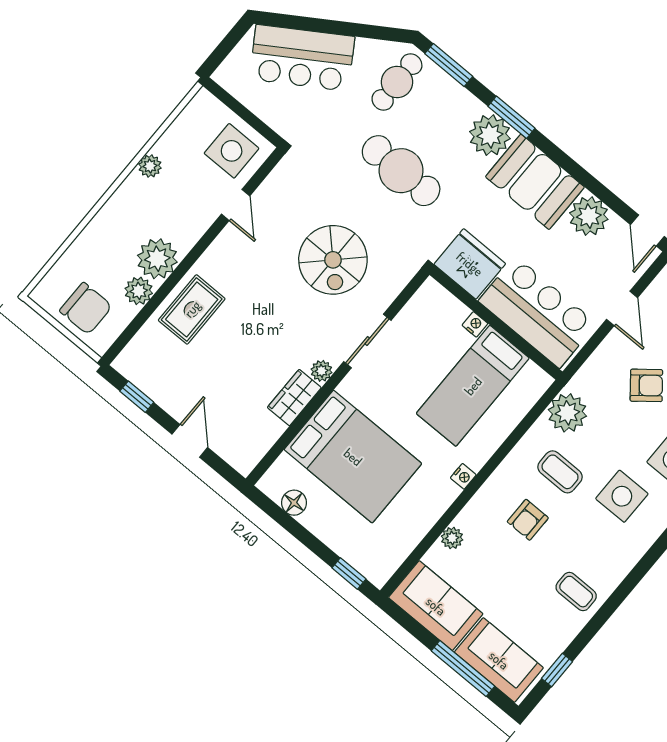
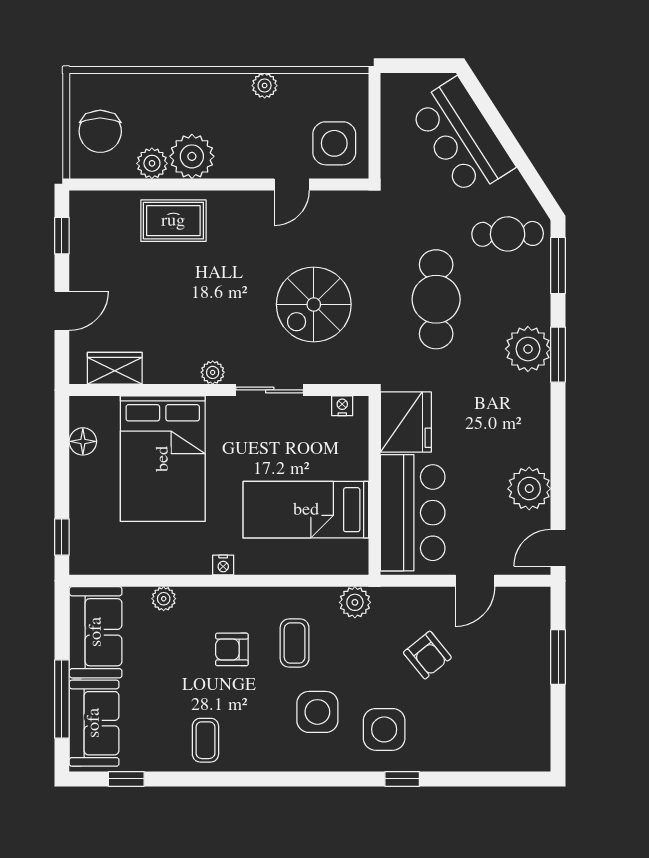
booth: (535, 182) -> (520, 419), removed
nightstand: (475, 324) -> (342, 406), moved, turned -90
wardrobe: (294, 398) -> (115, 368), moved
plant: (567, 413) -> (355, 602), width x0.73, depth x0.73

